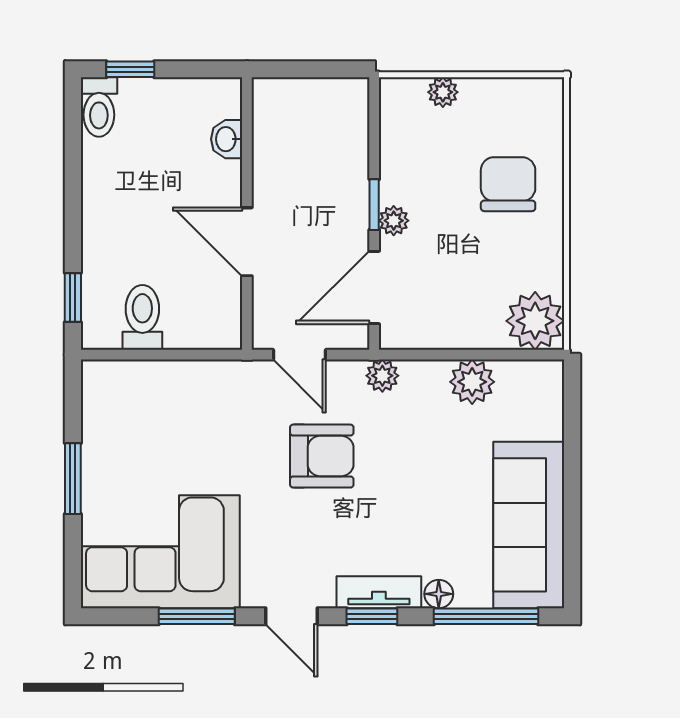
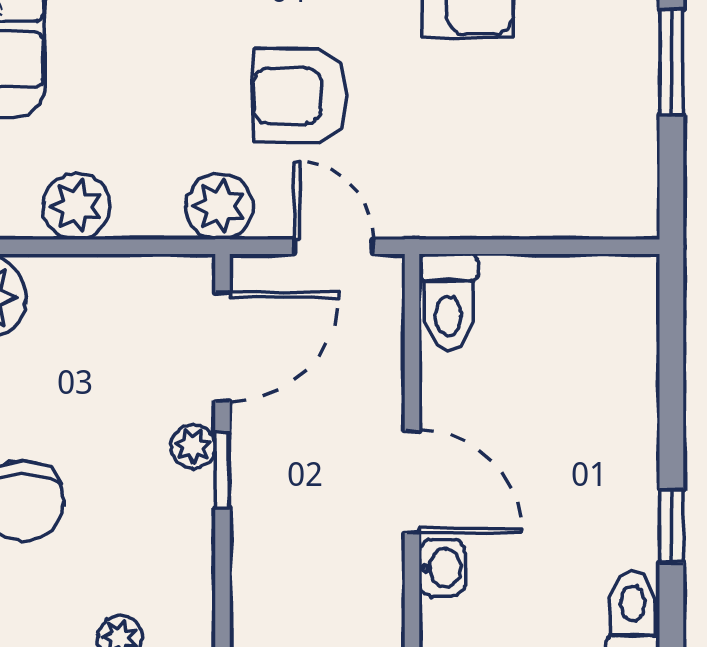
door: (247, 242) -> (412, 482), moved
window: (73, 298) -> (671, 526), moved
toilet: (142, 317) -> (449, 302), moved
plant: (382, 376) -> (219, 206), width x1.38, depth x1.38

